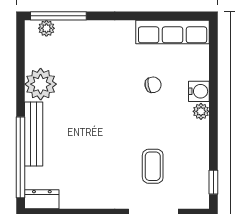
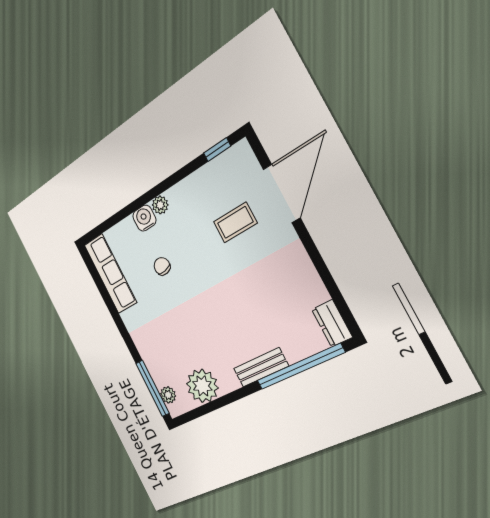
plant: (41, 84) -> (202, 386), moved
bench: (34, 134) -> (261, 367), width x0.73

